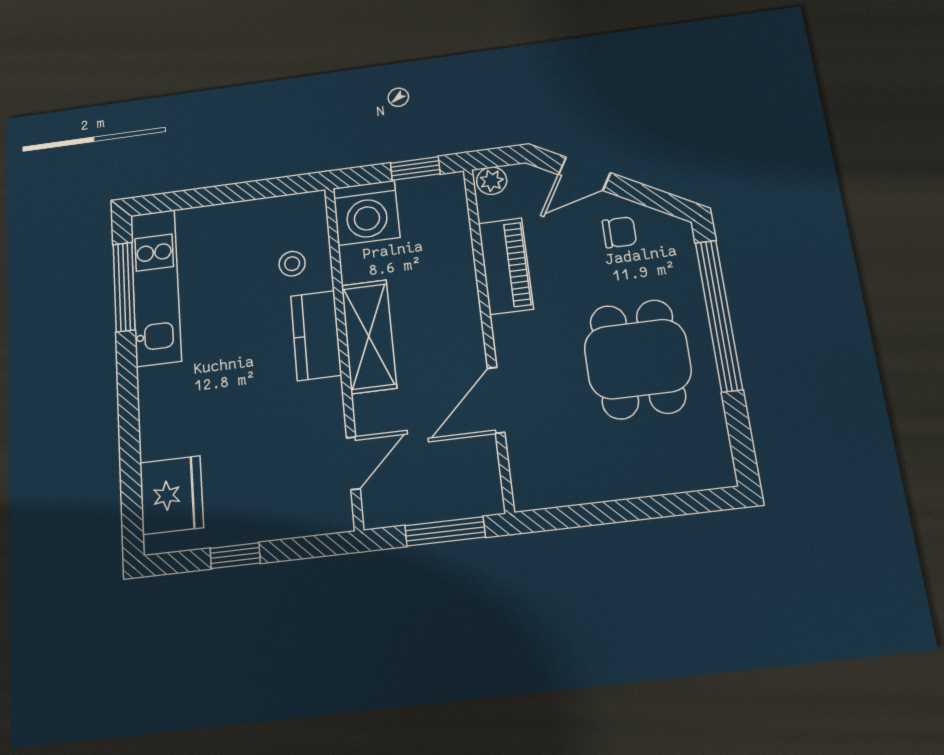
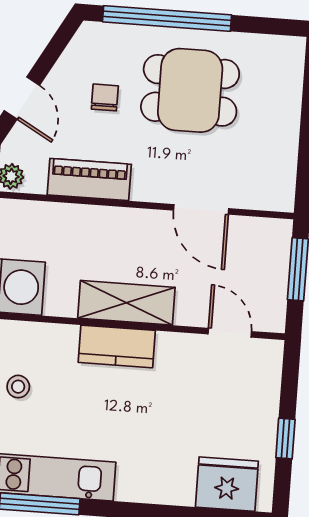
chair: (619, 232) -> (105, 97), moved
stool: (292, 264) -> (18, 387), moved

